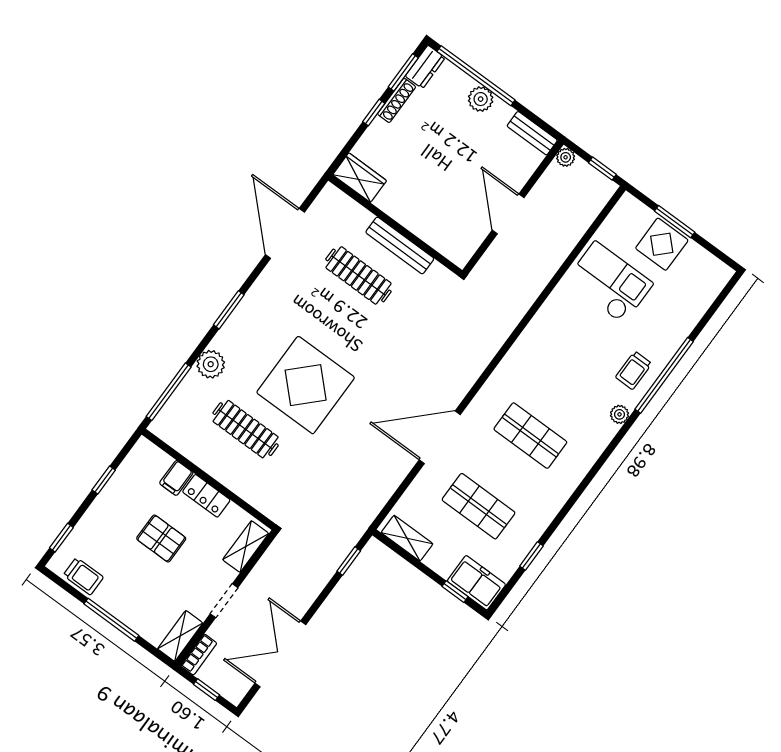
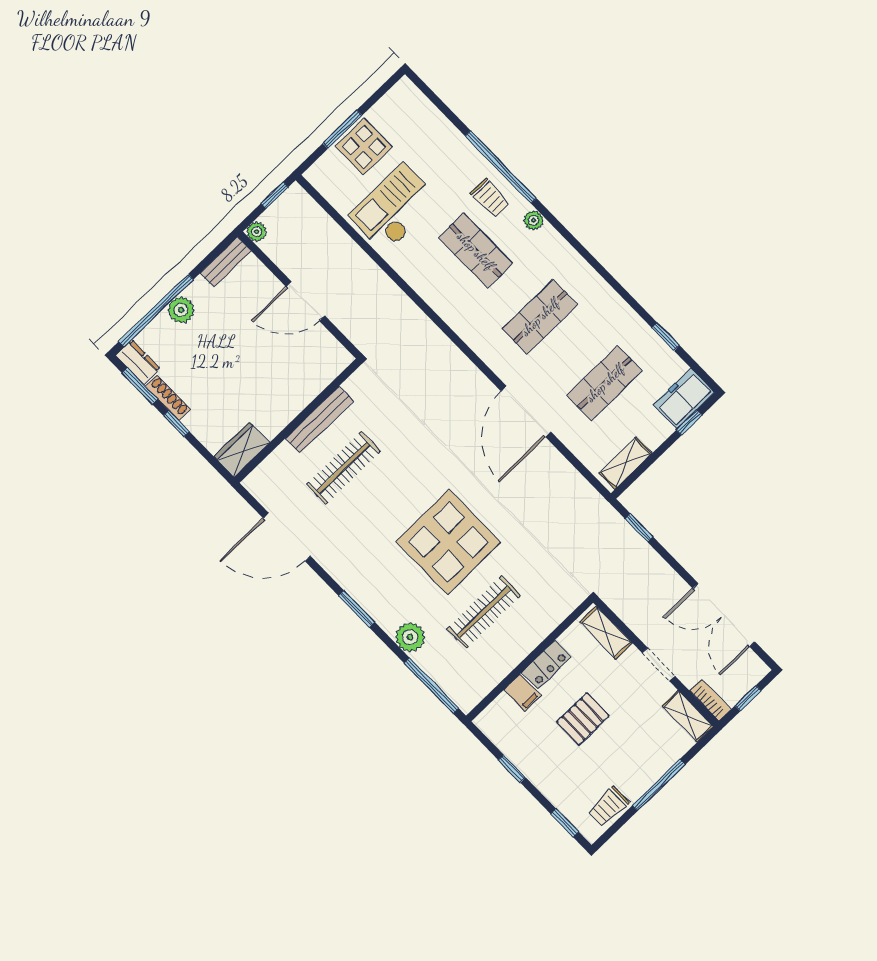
shop shelf: (582, 365) -> (476, 251), added
trolley: (83, 576) -> (609, 807), turned 180

